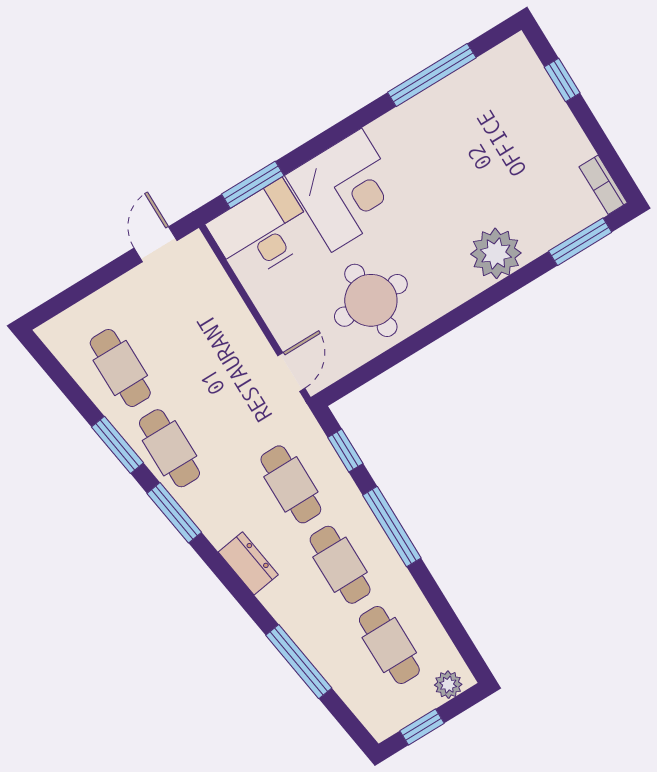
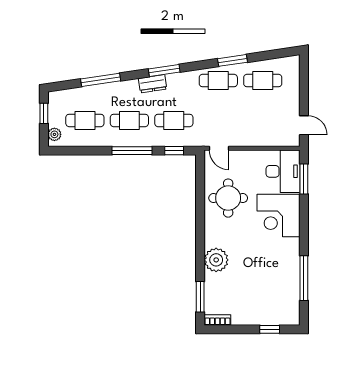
window: (174, 513) -> (164, 71), moved

